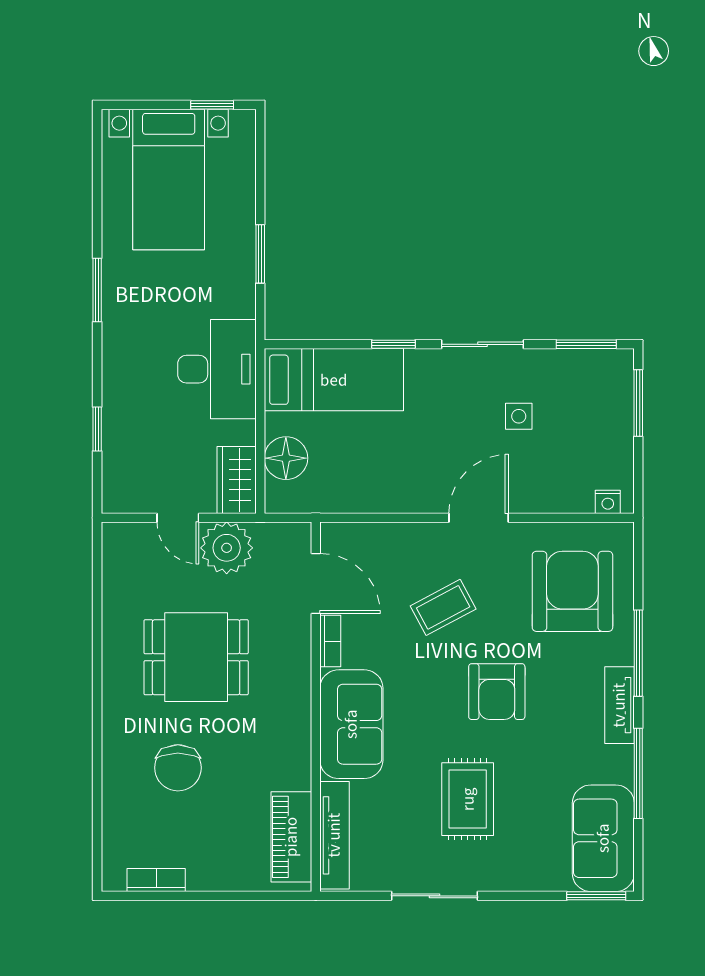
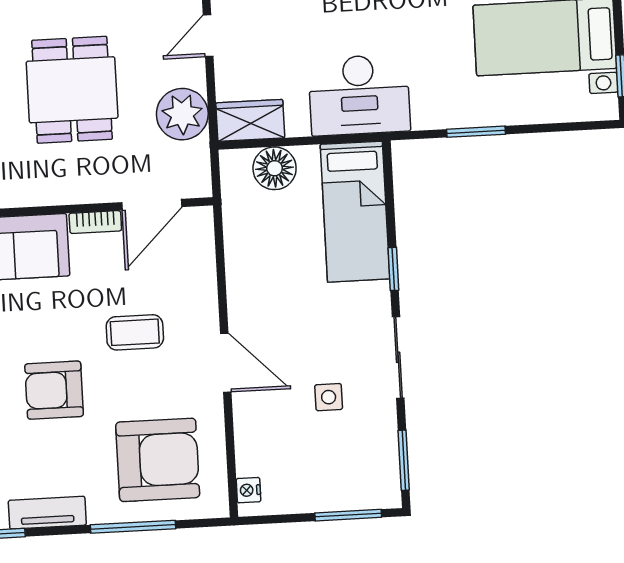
door: (178, 518) -> (208, 36), moved
coffee table: (443, 607) -> (135, 332), turned -62
window: (638, 653) -> (133, 527), moved

